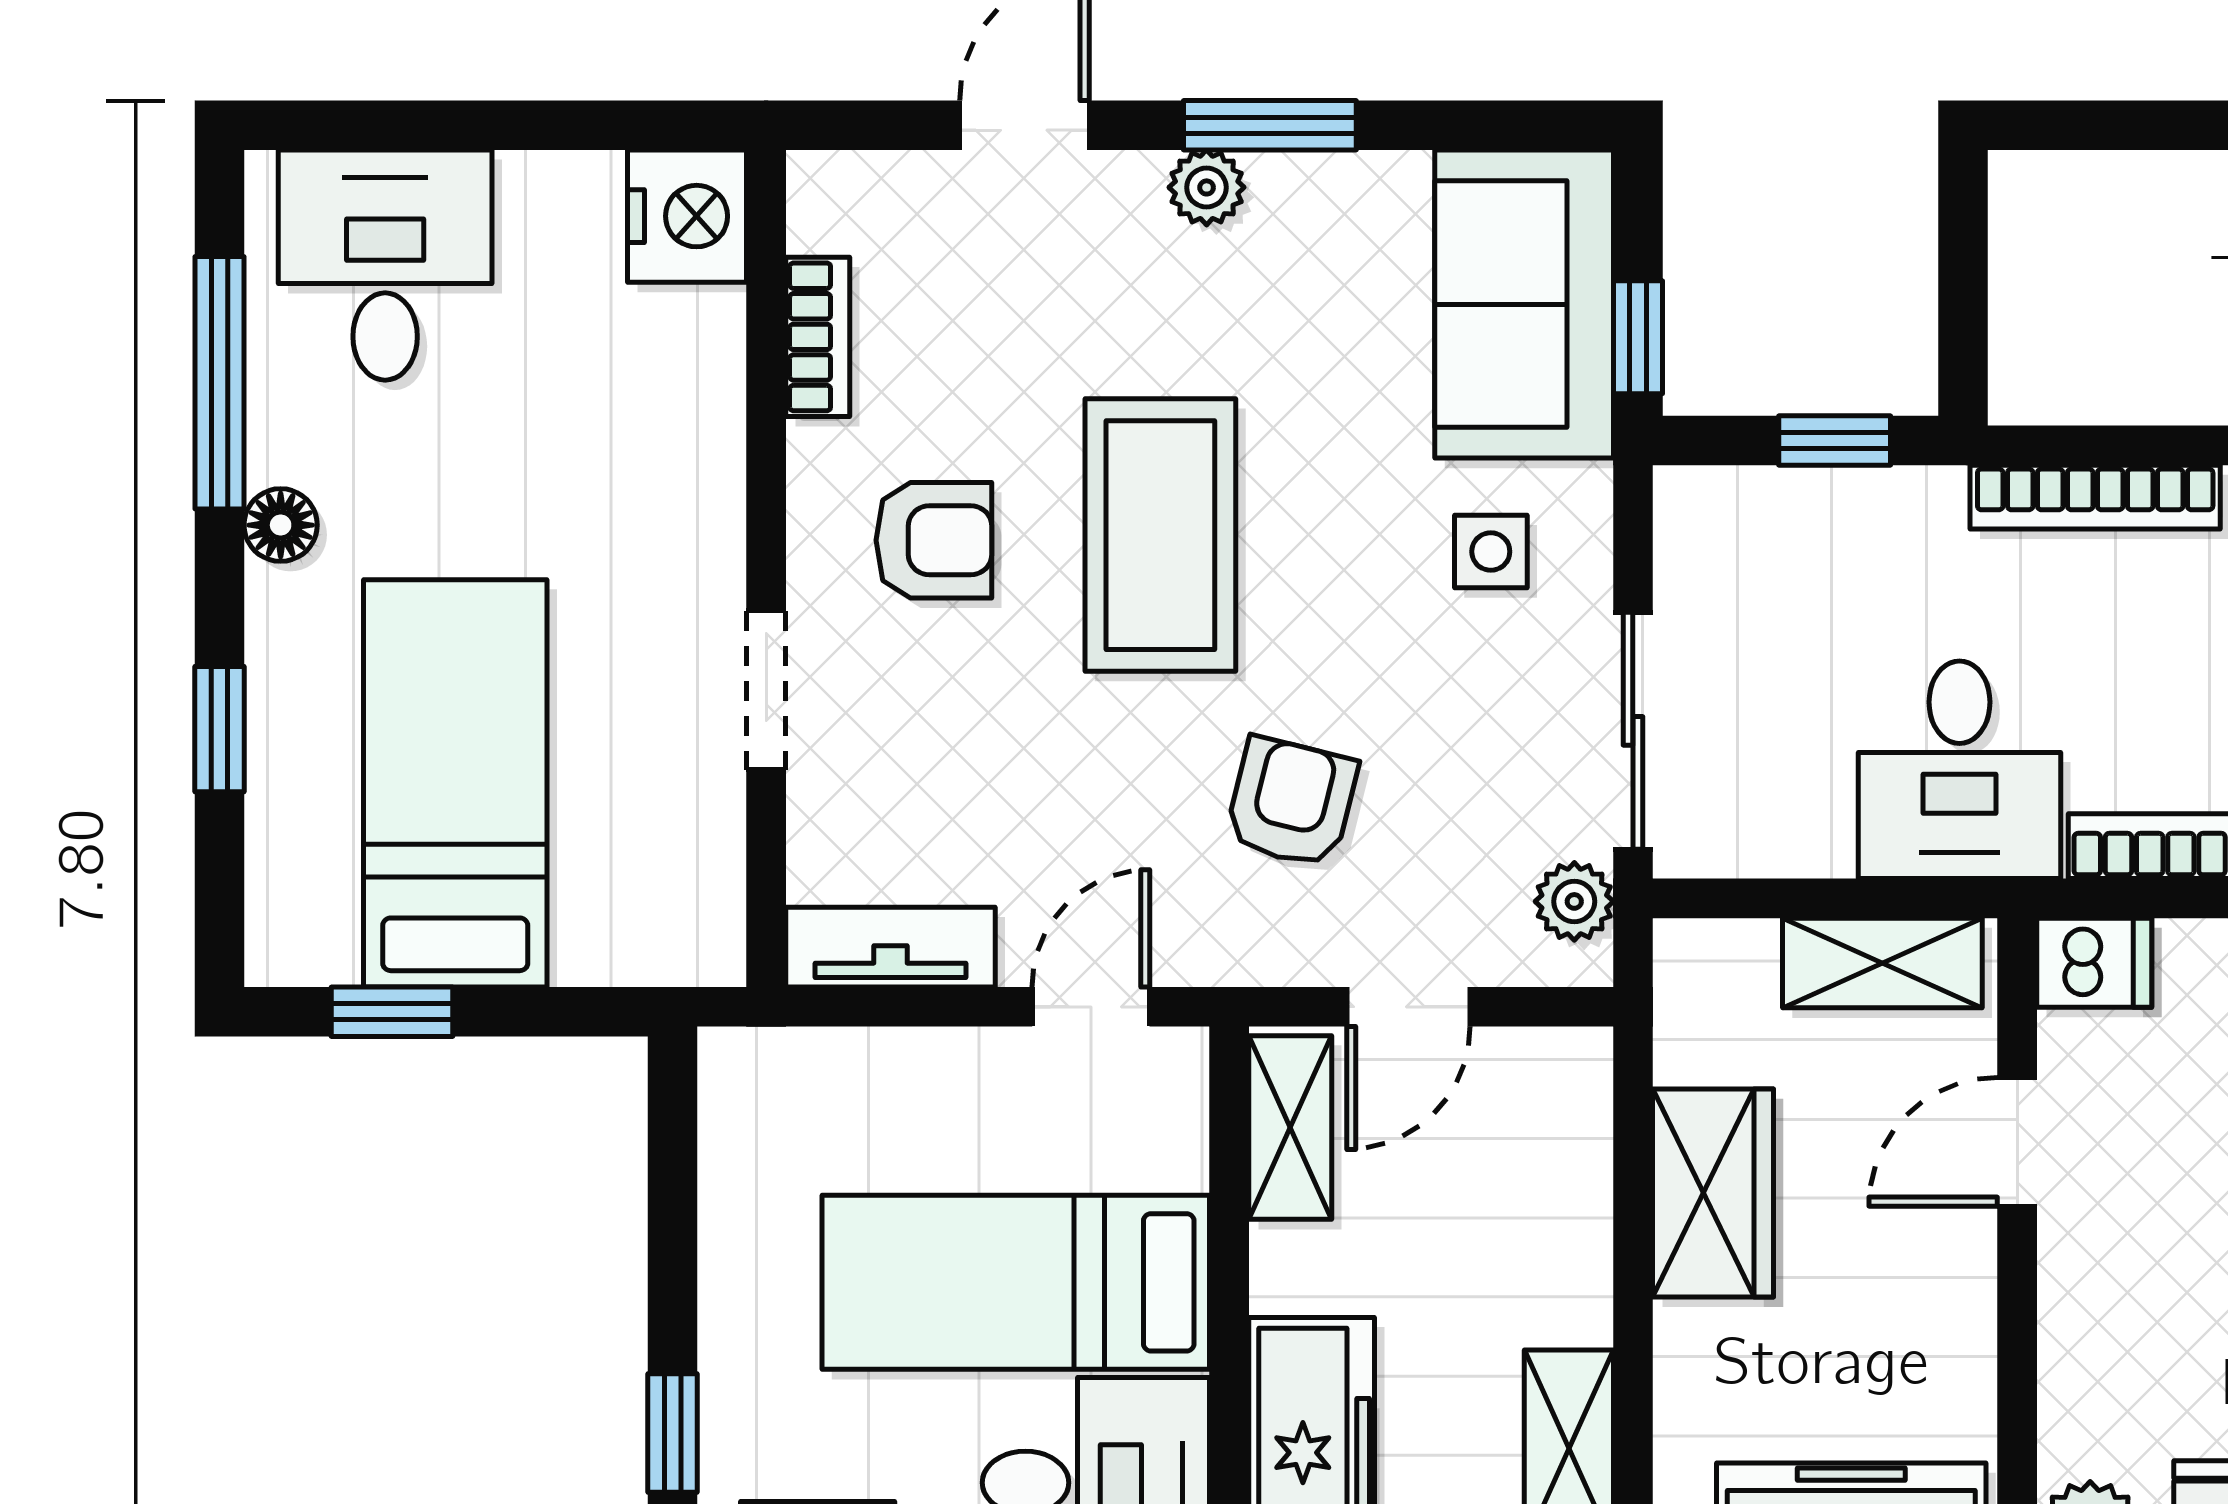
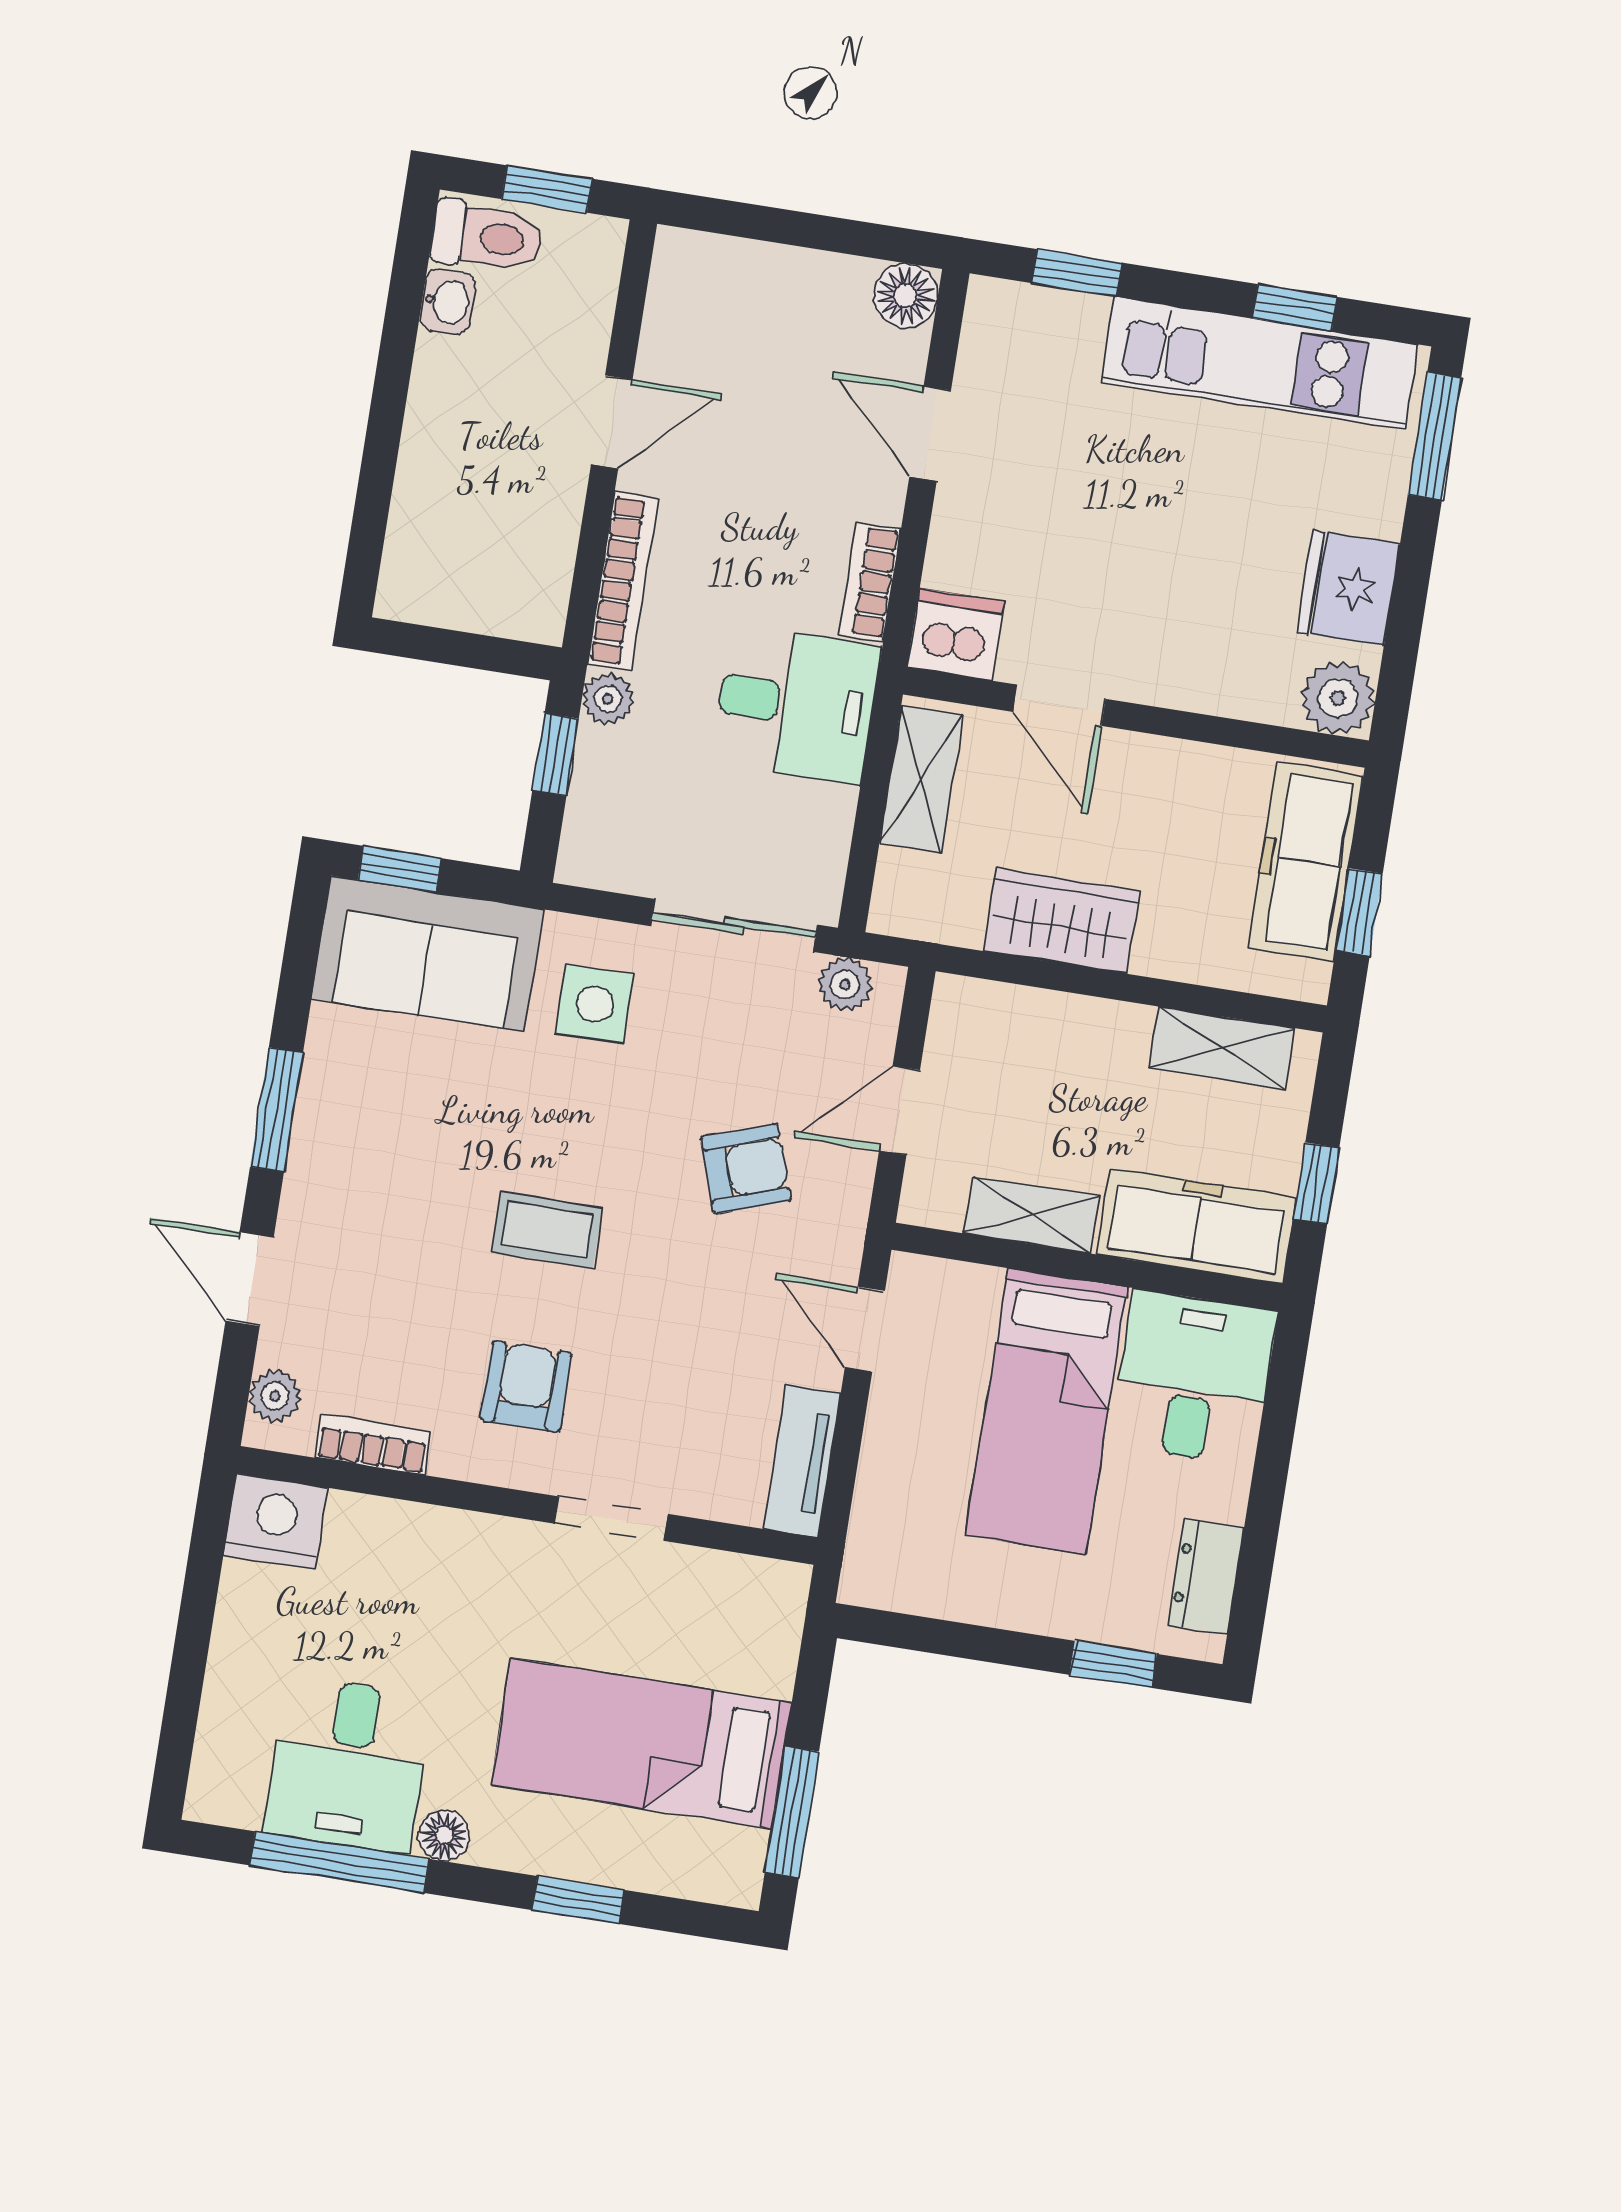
plant: (1207, 187) -> (275, 1396), moved
desk: (385, 265) -> (348, 1765), moved, turned -90
window: (1638, 337) -> (399, 869), moved
plant: (1925, 502) -> (608, 699), added
coffee table: (1160, 535) -> (547, 1230), width x0.54, depth x0.58
side table: (1491, 552) -> (595, 1004), width x1.37, depth x1.37
armchair: (1291, 802) -> (746, 1169), turned 147
dishwasher: (2094, 963) -> (956, 634), width x1.38
door: (1408, 1007) -> (900, 1110), swing flipped
window: (392, 1012) -> (792, 1812), width x1.50
shelving: (1290, 1128) -> (1032, 1215), moved

